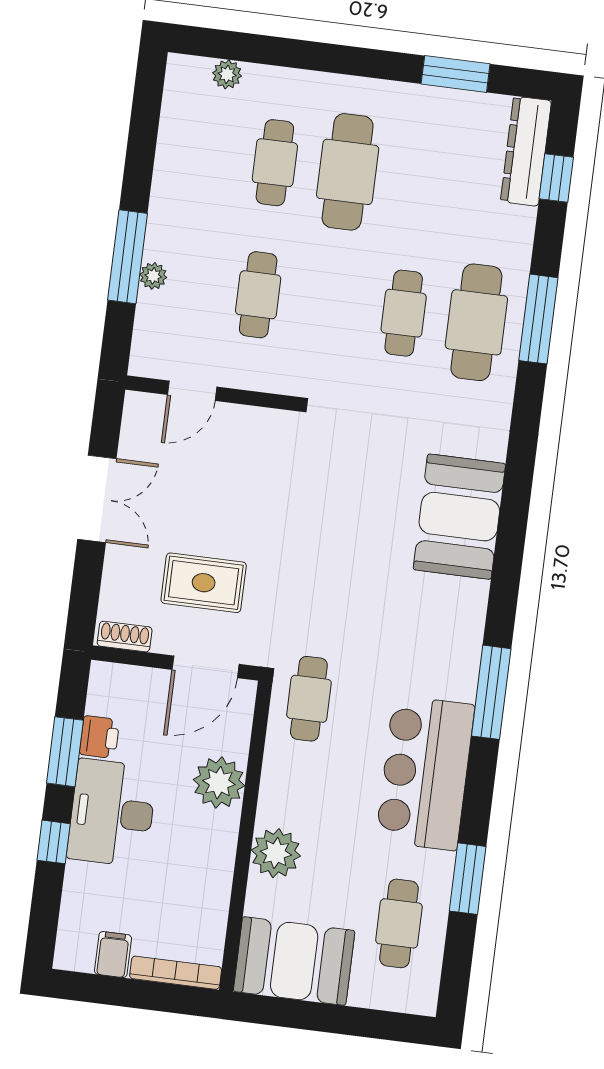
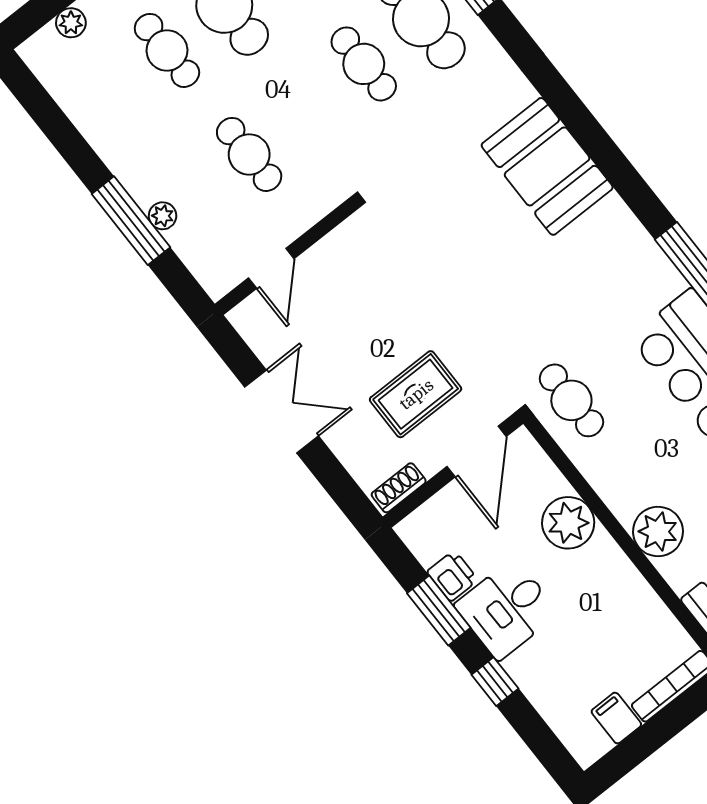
desk: (112, 813) -> (507, 609), width x0.73

